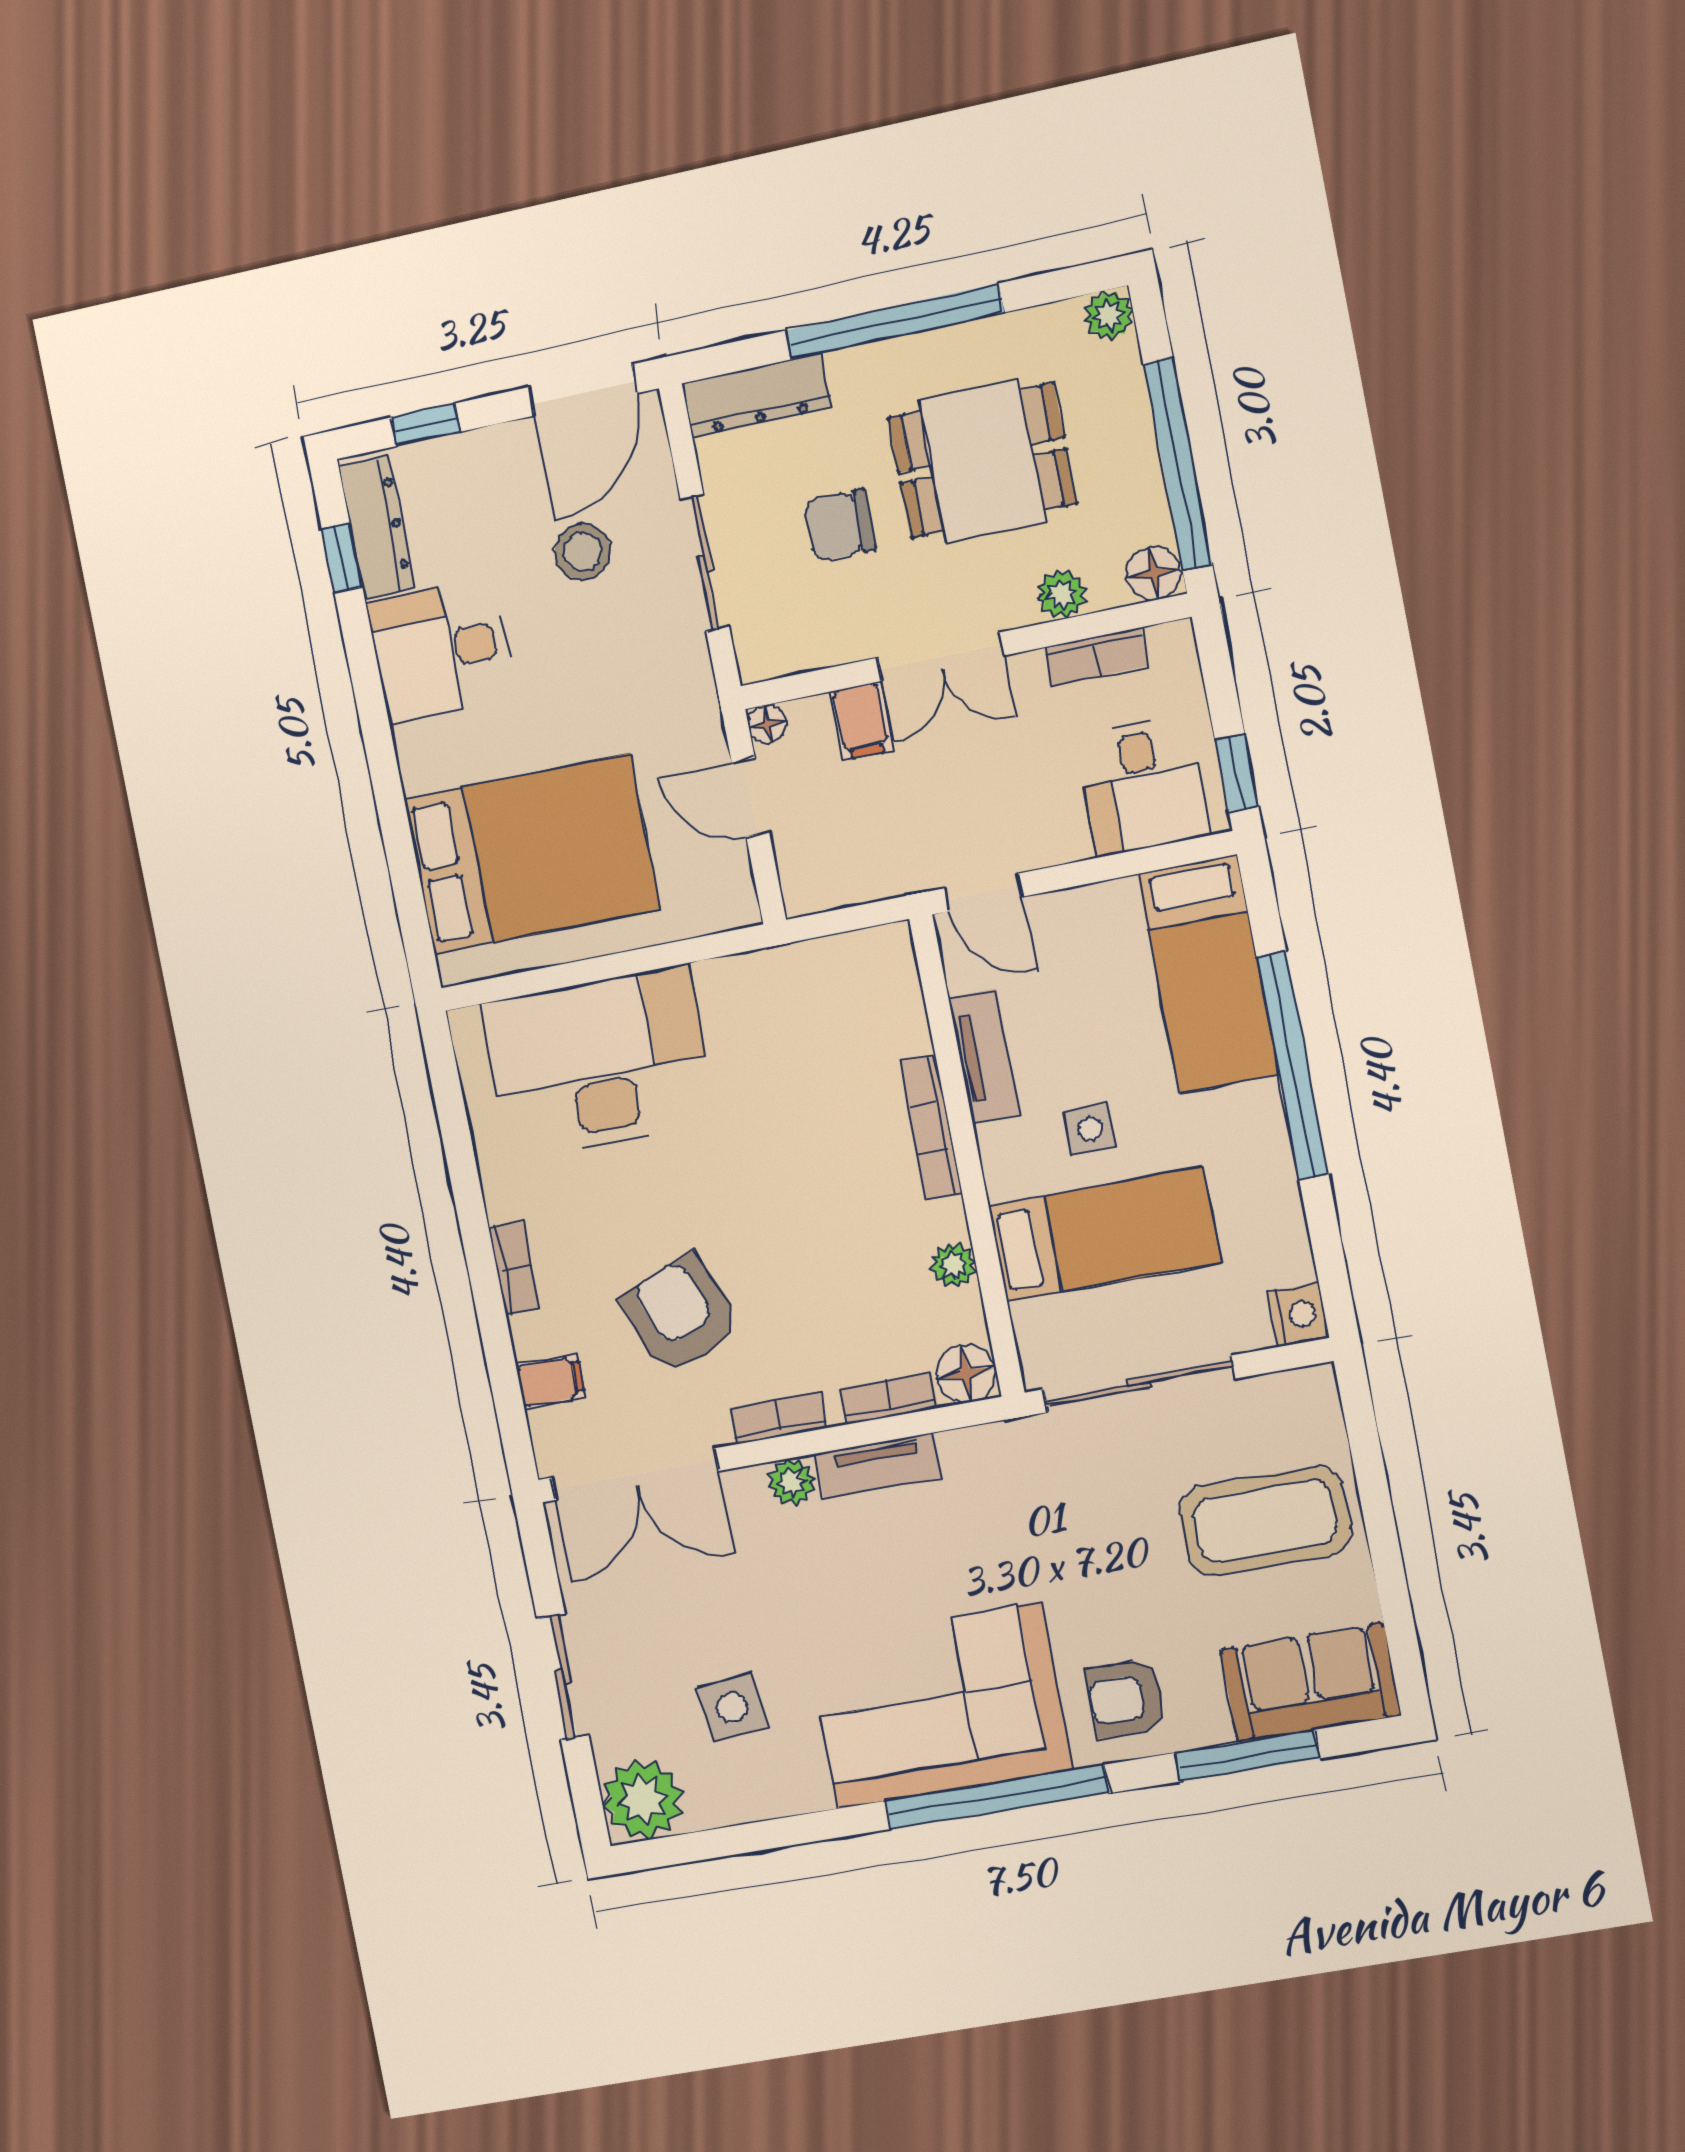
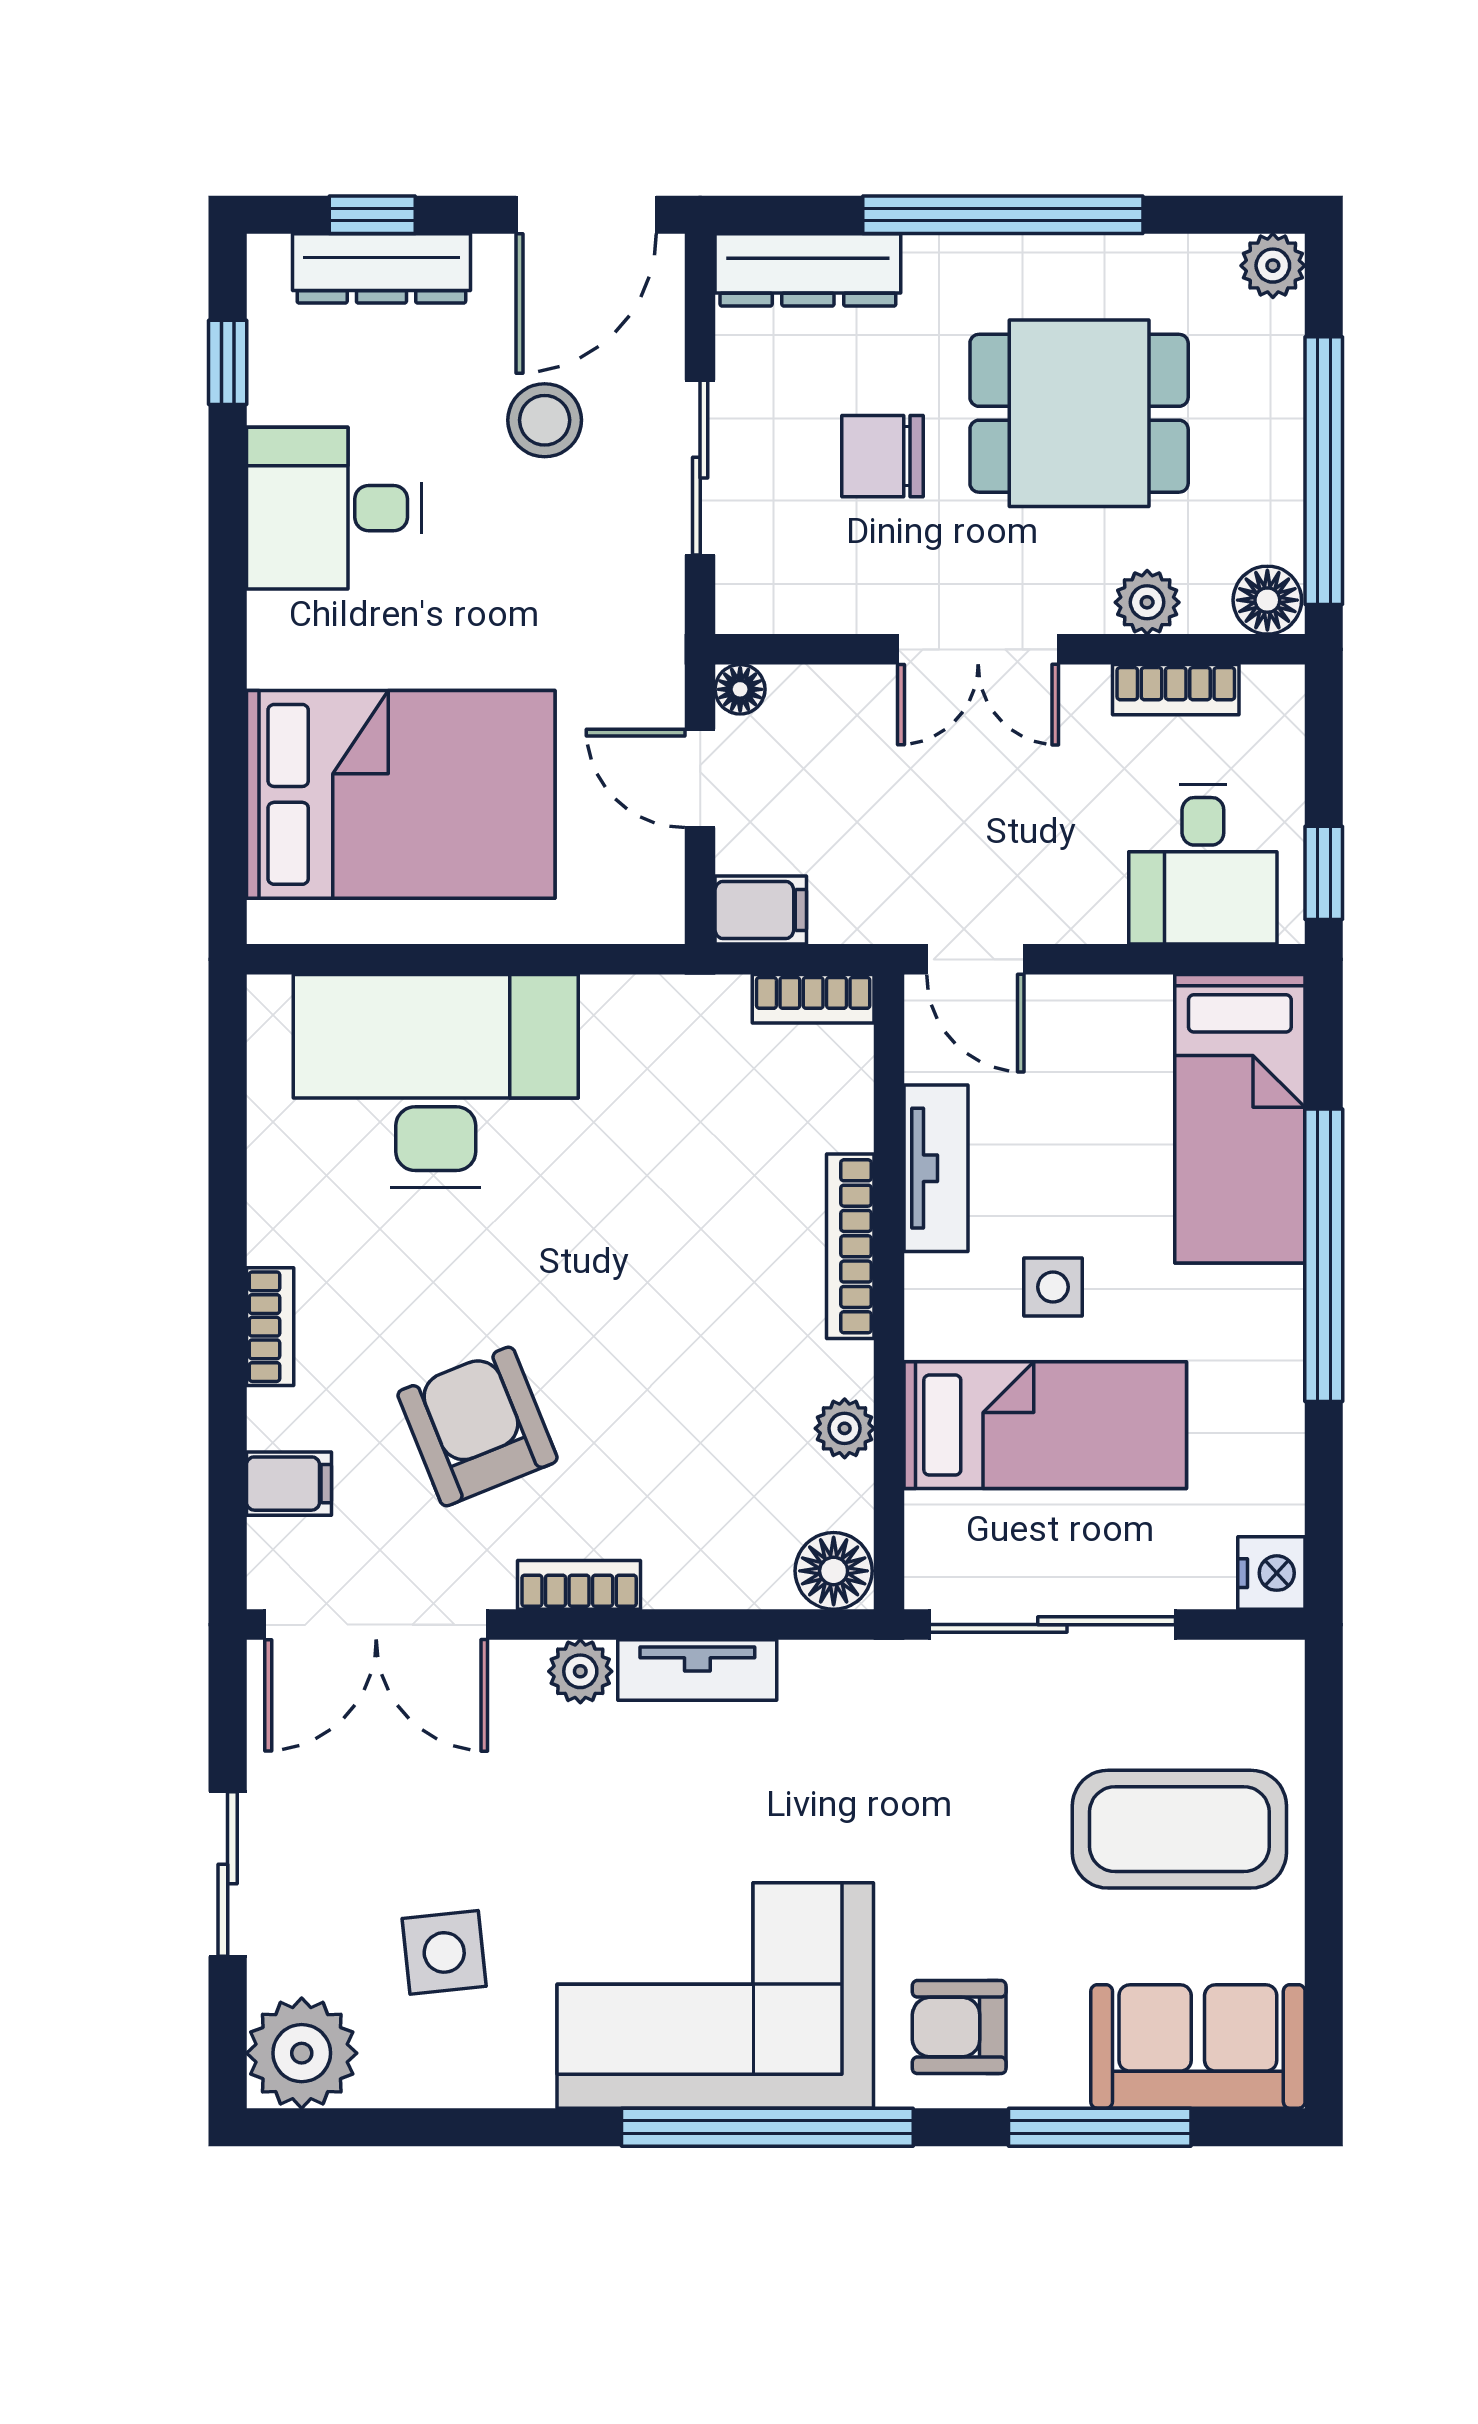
dresser: (377, 527) -> (381, 268), moved, turned 90
filing cabinet: (862, 721) -> (761, 910), moved, turned -90
bookcase: (889, 1398) -> (813, 999), moved, turned 180

